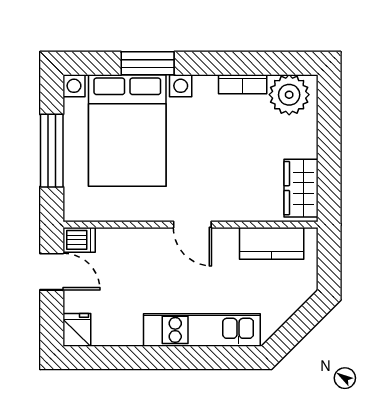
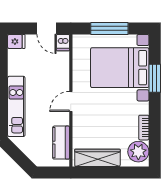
wardrobe: (301, 188) -> (97, 158), width x1.50
door: (52, 272) -> (47, 28), hinge flipped

